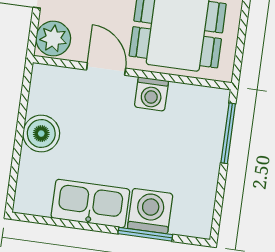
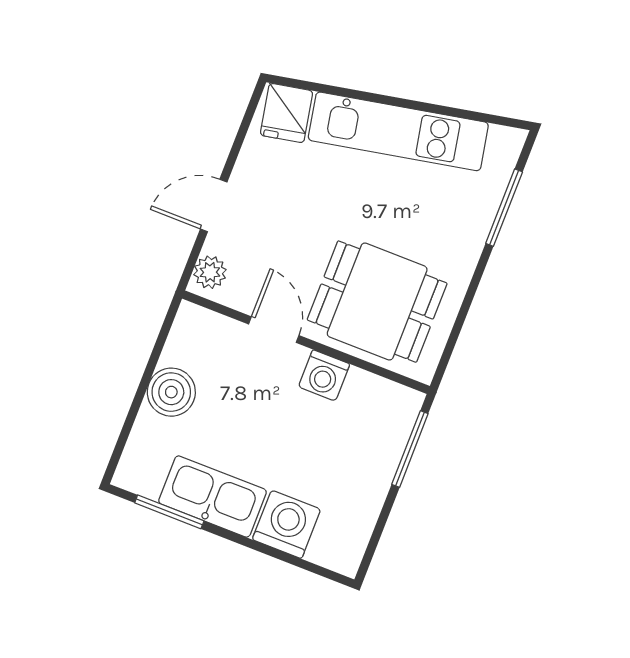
plant: (53, 39) -> (210, 272), width x0.73, depth x0.73
window: (145, 234) -> (169, 512), moved

